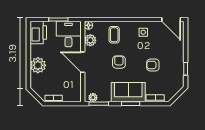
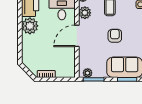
door: (83, 62) -> (77, 36), hinge flipped
plant: (38, 65) -> (30, 26), moved

